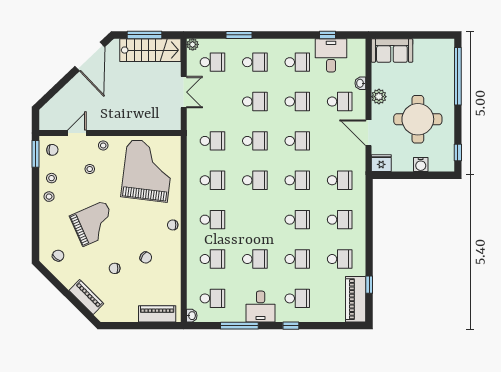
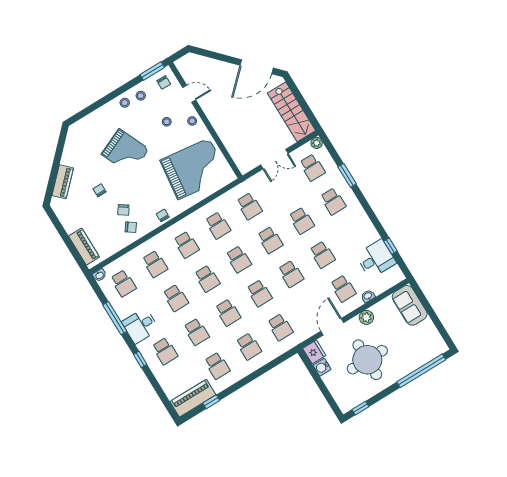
window: (144, 35) -> (301, 100), removed
school desk: (297, 62) -> (207, 279), moved
water cooler: (421, 165) -> (322, 367), moved
chair: (58, 256) -> (131, 227), moved

